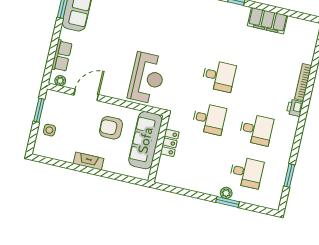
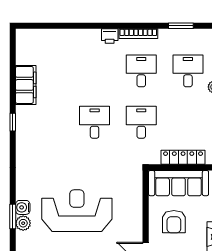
reception desk: (147, 78) -> (77, 211), moved, width x1.36, depth x1.30
bookcase: (303, 82) -> (138, 34), moved
locker: (170, 143) -> (183, 157), width x1.53

